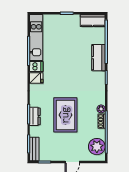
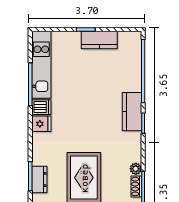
kitchen counter: (93, 20) -> (99, 40), moved
kitchen counter: (99, 58) -> (132, 112), moved

